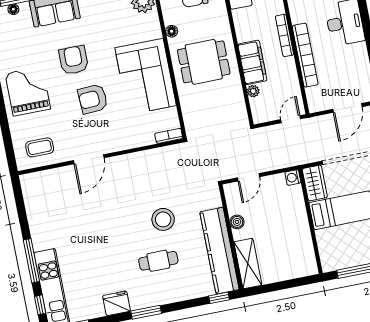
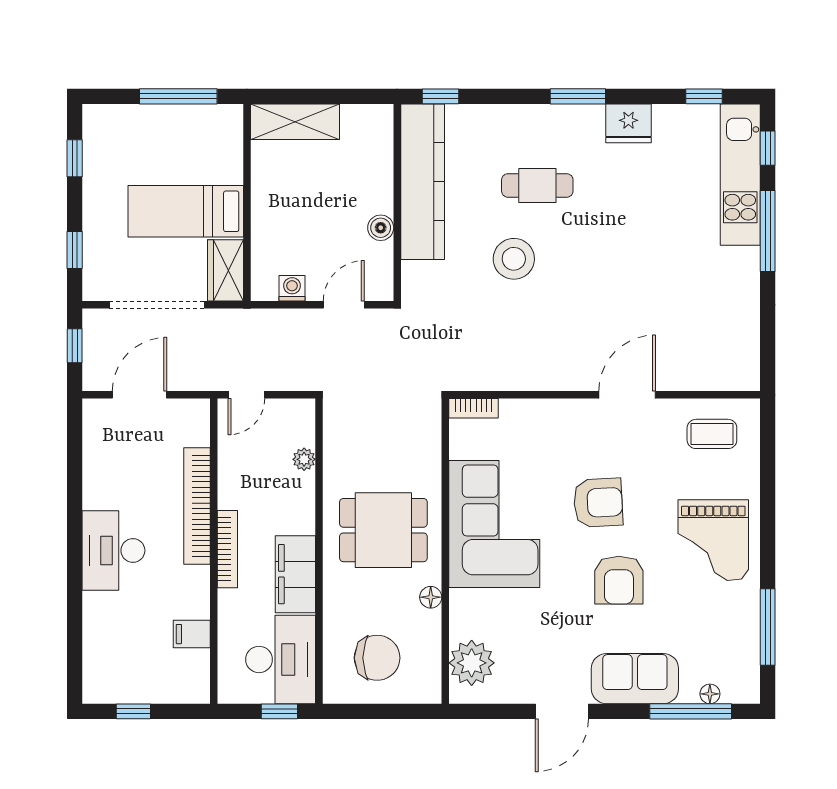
filing cabinet: (252, 62) -> (295, 574), moved
washing machine: (293, 178) -> (292, 288), moved, turned -90
shelving: (248, 263) -> (295, 122), moved, turned 90

